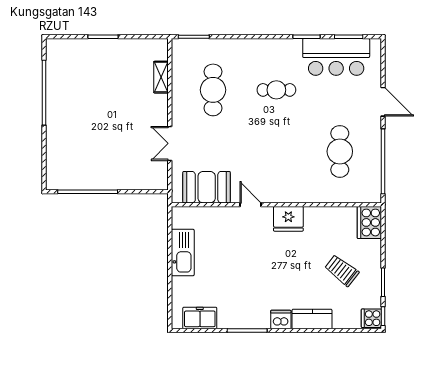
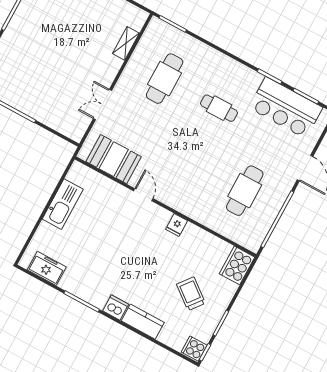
fridge: (288, 219) -> (177, 225), width x0.53, depth x0.75

